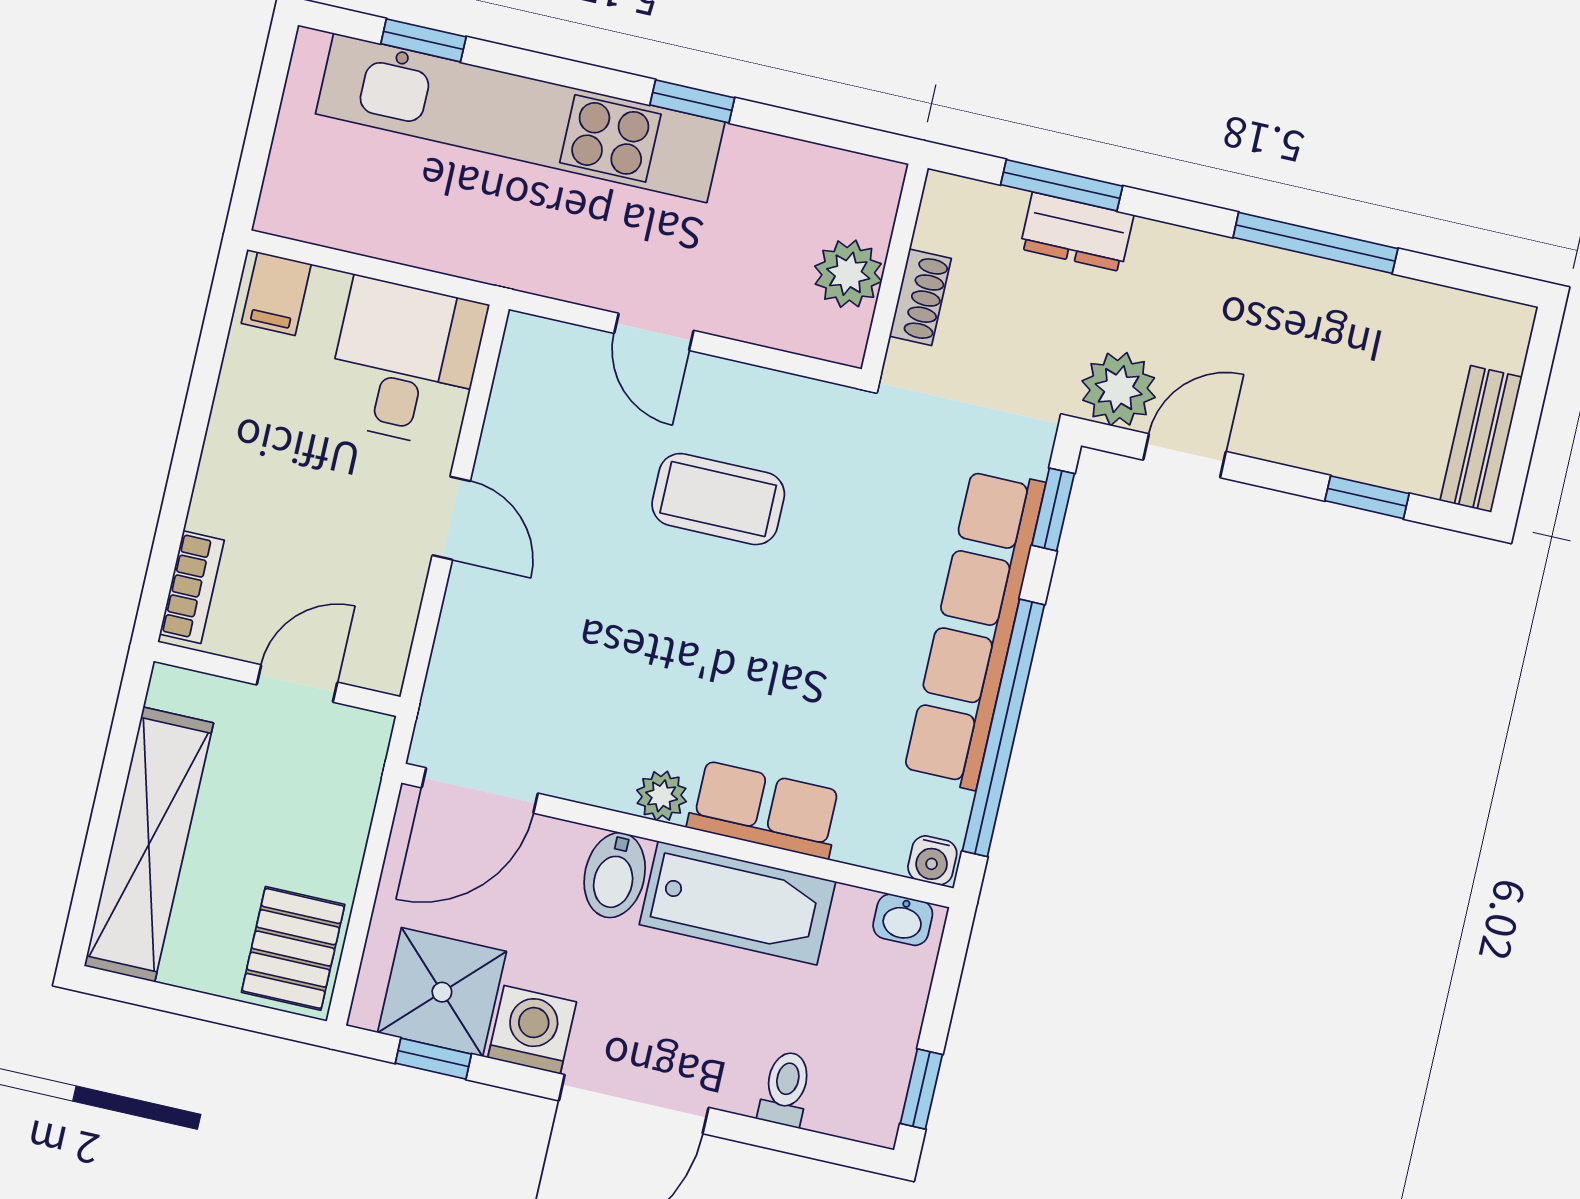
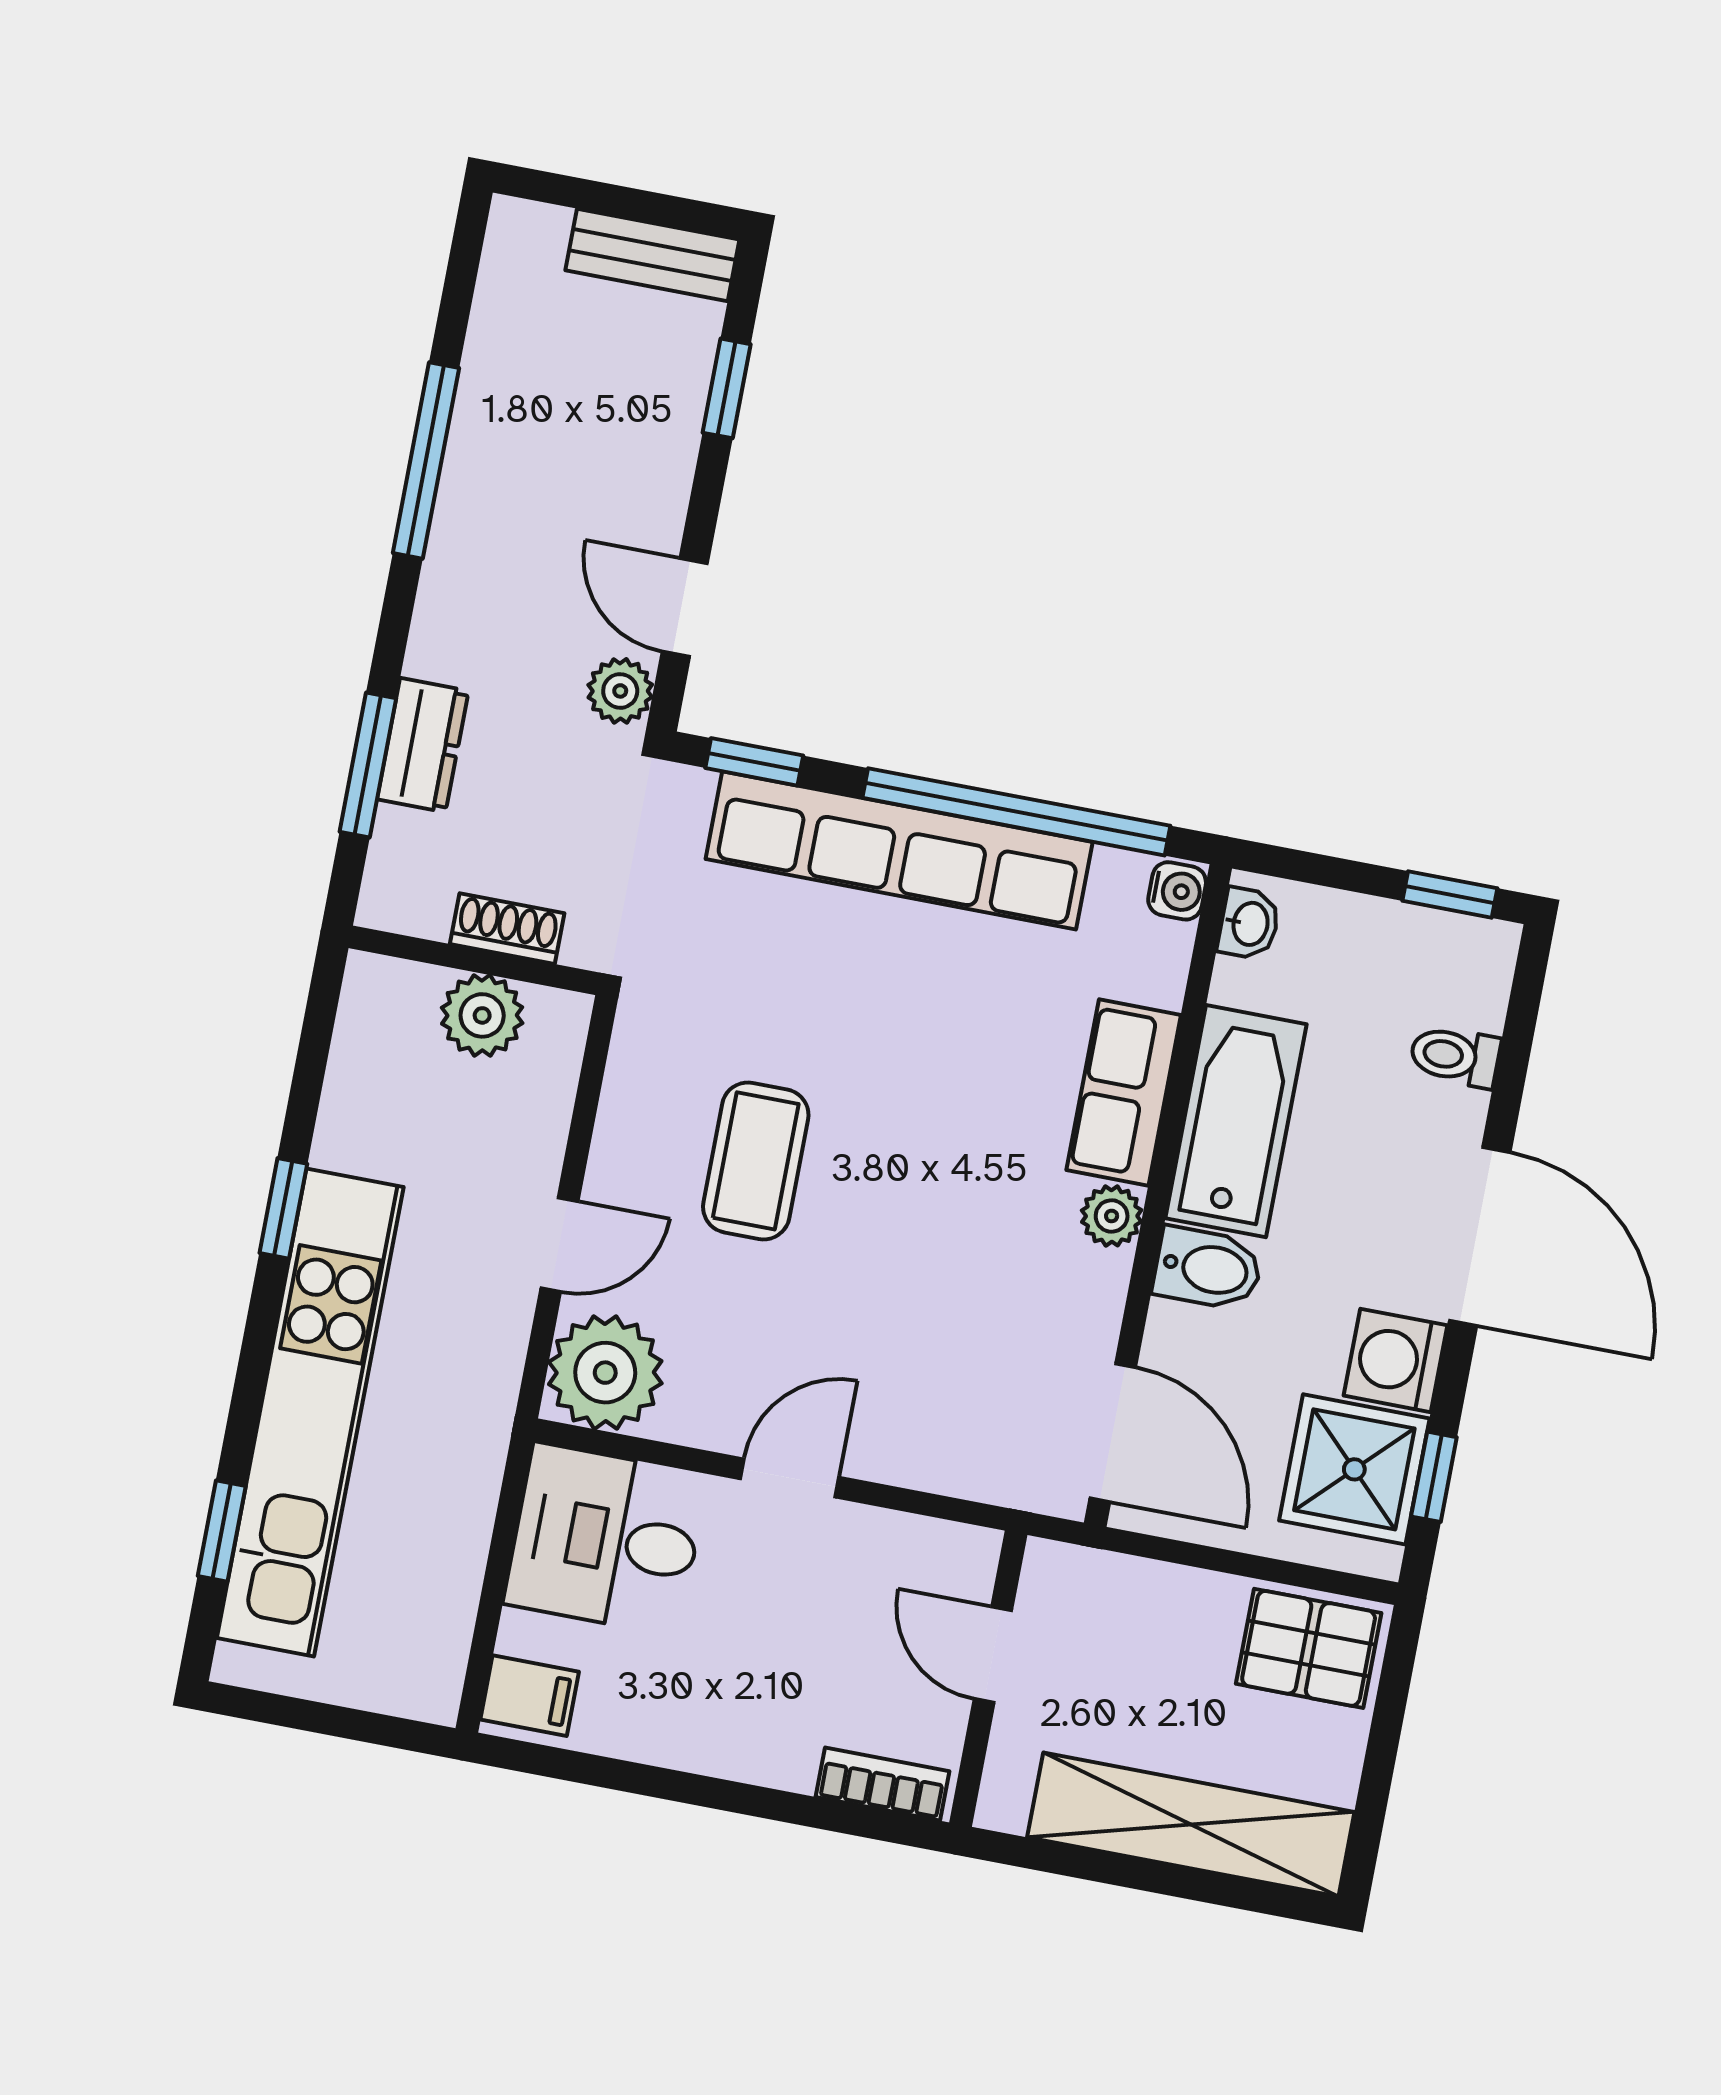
plant: (545, 367) -> (605, 1373), added
plant: (1119, 389) -> (620, 691), width x0.73, depth x0.73

